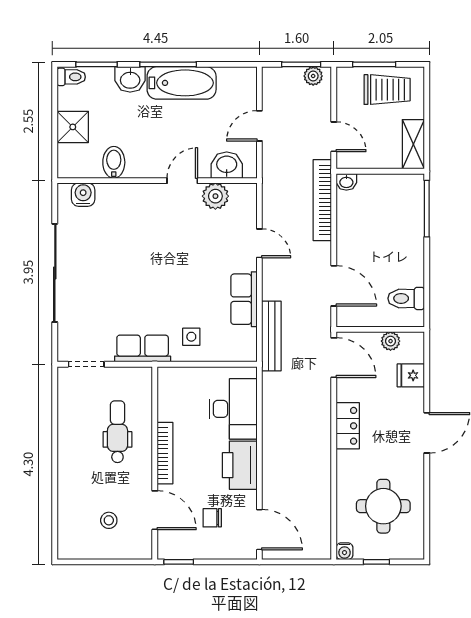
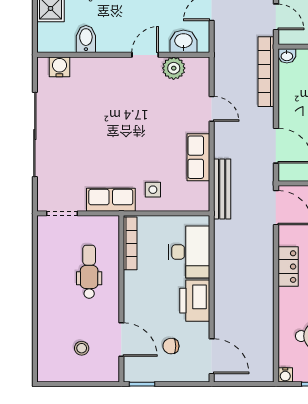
bookcase: (165, 453) -> (130, 243), moved

